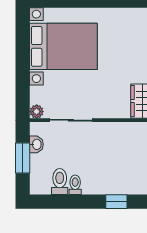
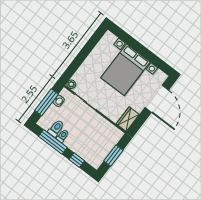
bed with nightstands: (63, 46) -> (125, 70), moved, turned 90
window: (23, 158) -> (46, 102), width x1.44
window: (69, 202) -> (53, 142), added

